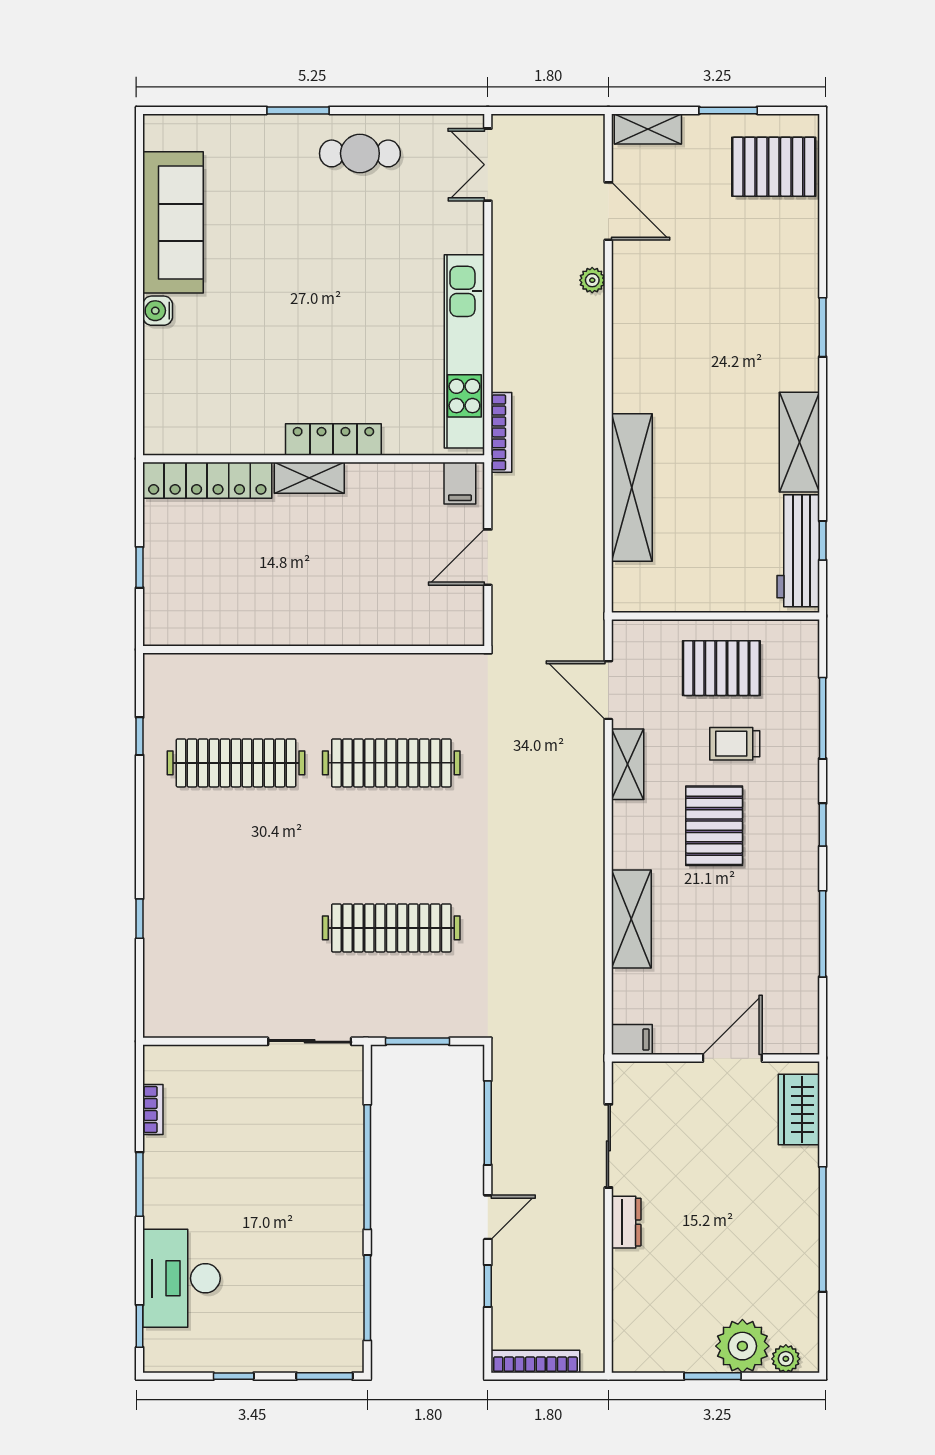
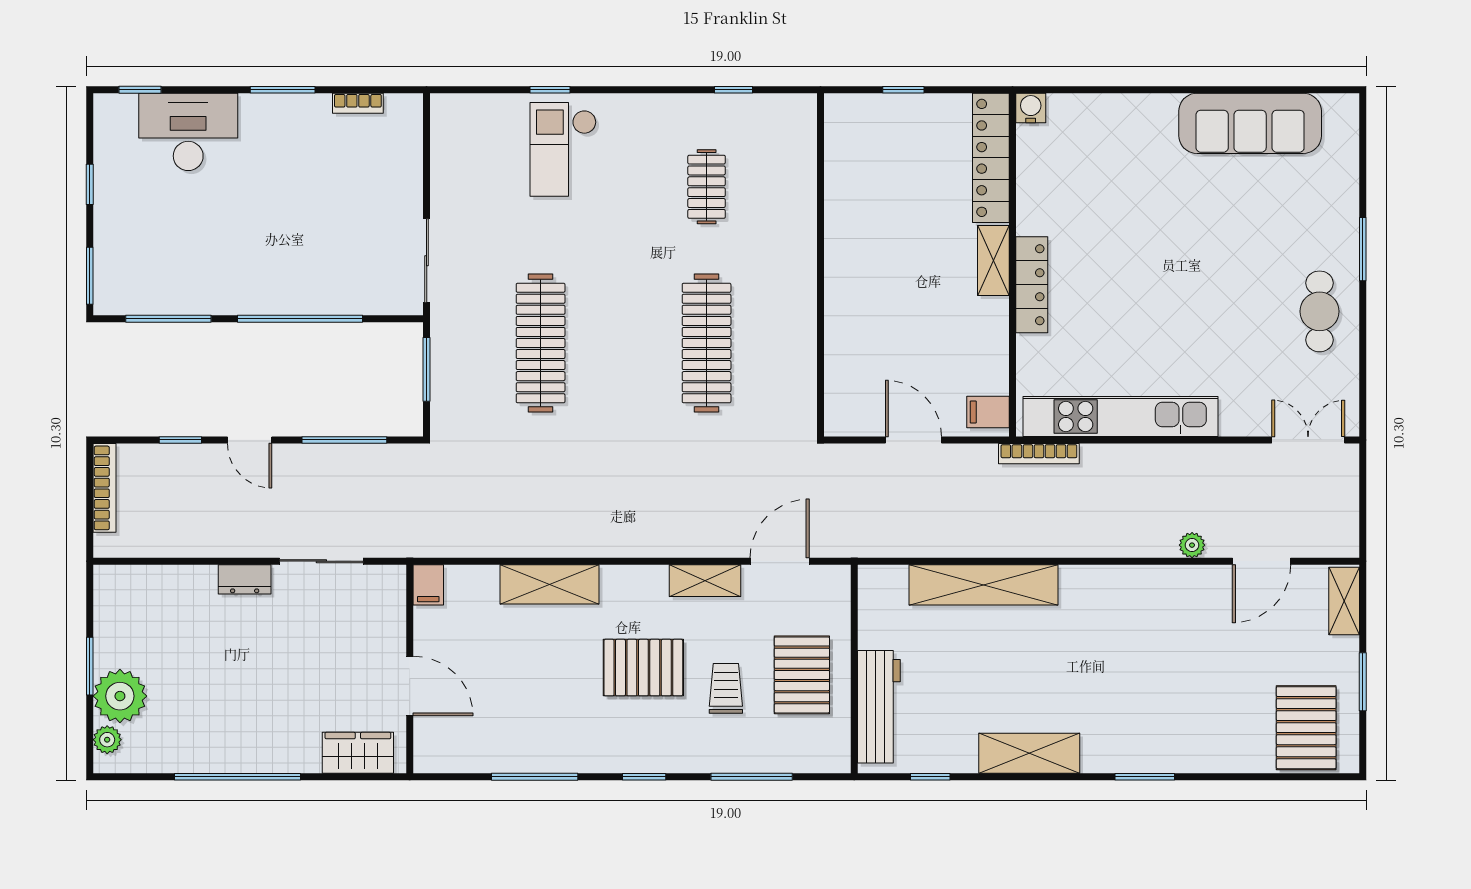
water cooler: (158, 311) -> (1031, 108), moved
workbench: (798, 551) -> (879, 707), moved, turned 90
clothes rail: (236, 763) -> (707, 187), width x0.54, depth x0.76
checkout: (199, 905) -> (563, 149), added

